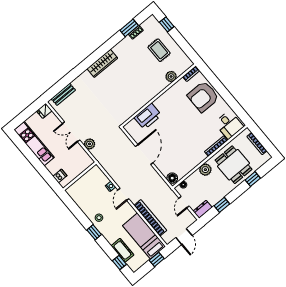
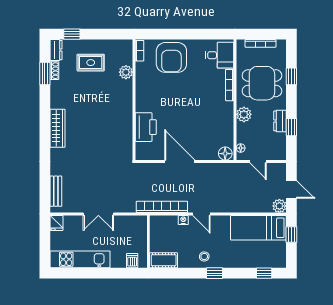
dresser: (149, 23) -> (56, 50), added
plant: (90, 144) -> (279, 206), moved
dresser: (203, 209) -> (280, 121), moved
bookcase: (150, 218) -> (162, 207), moved
cot: (122, 250) -> (164, 260), moved

